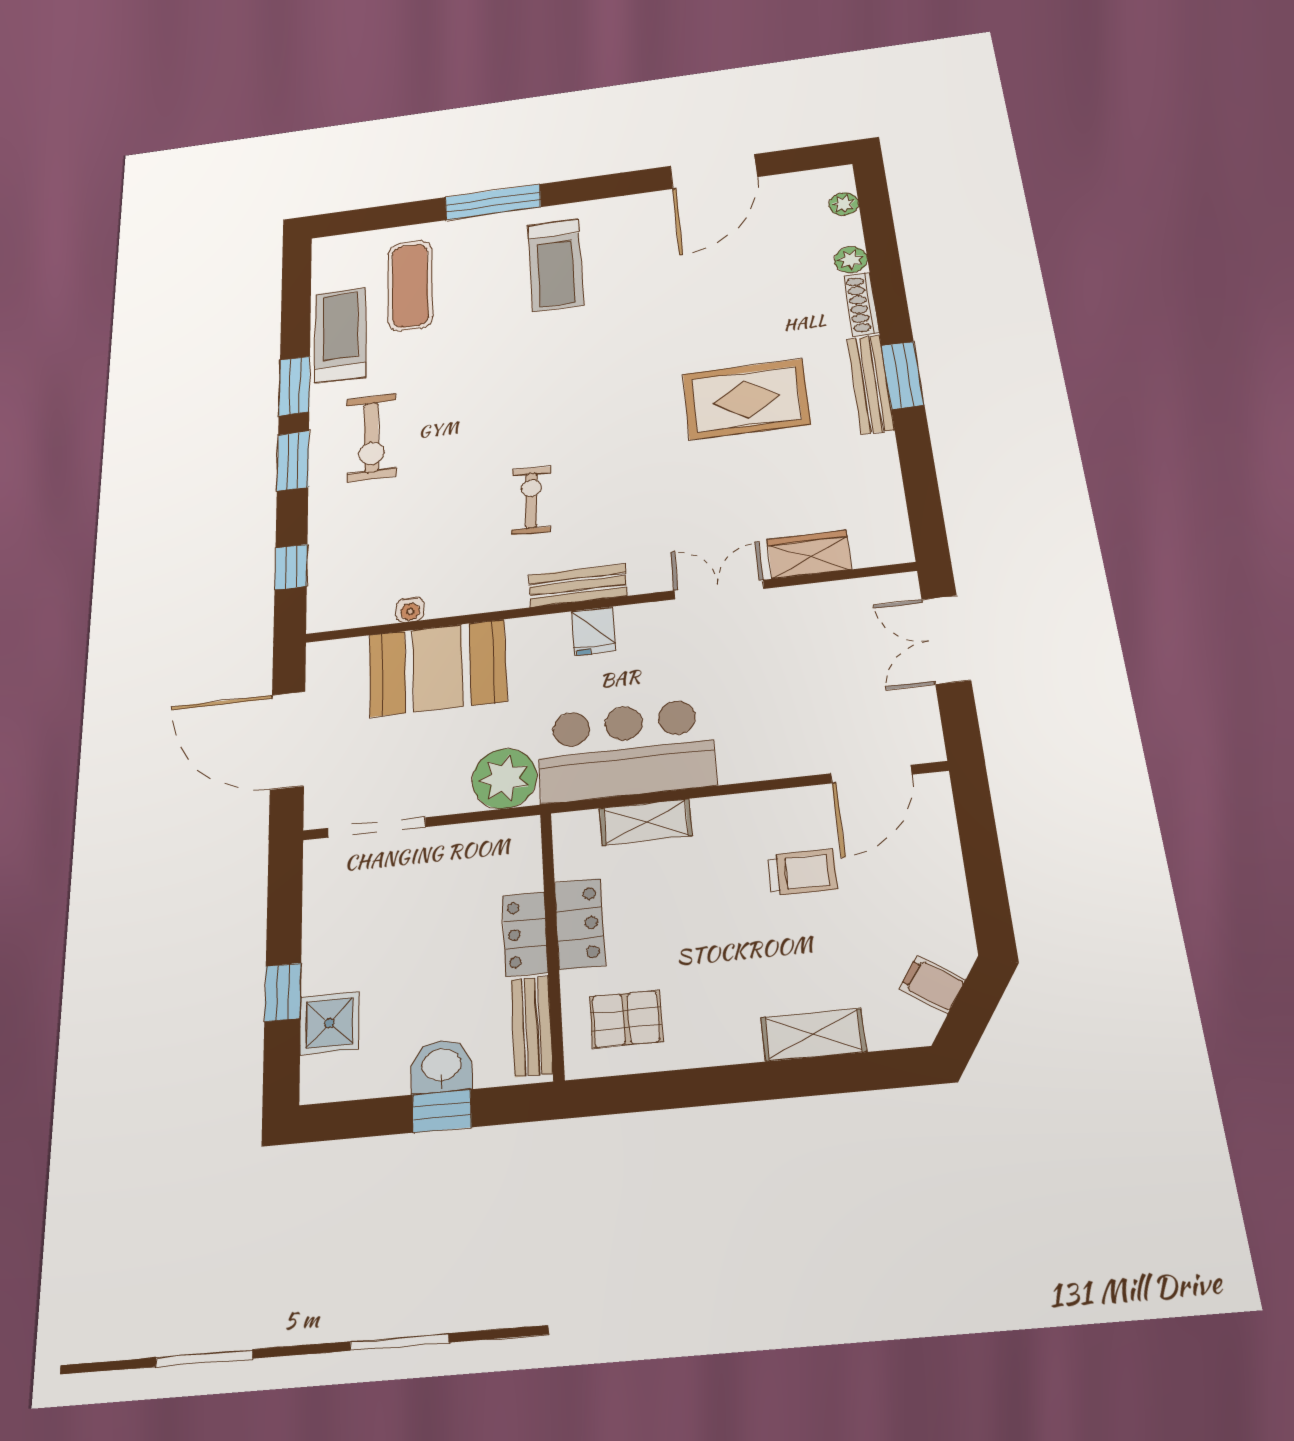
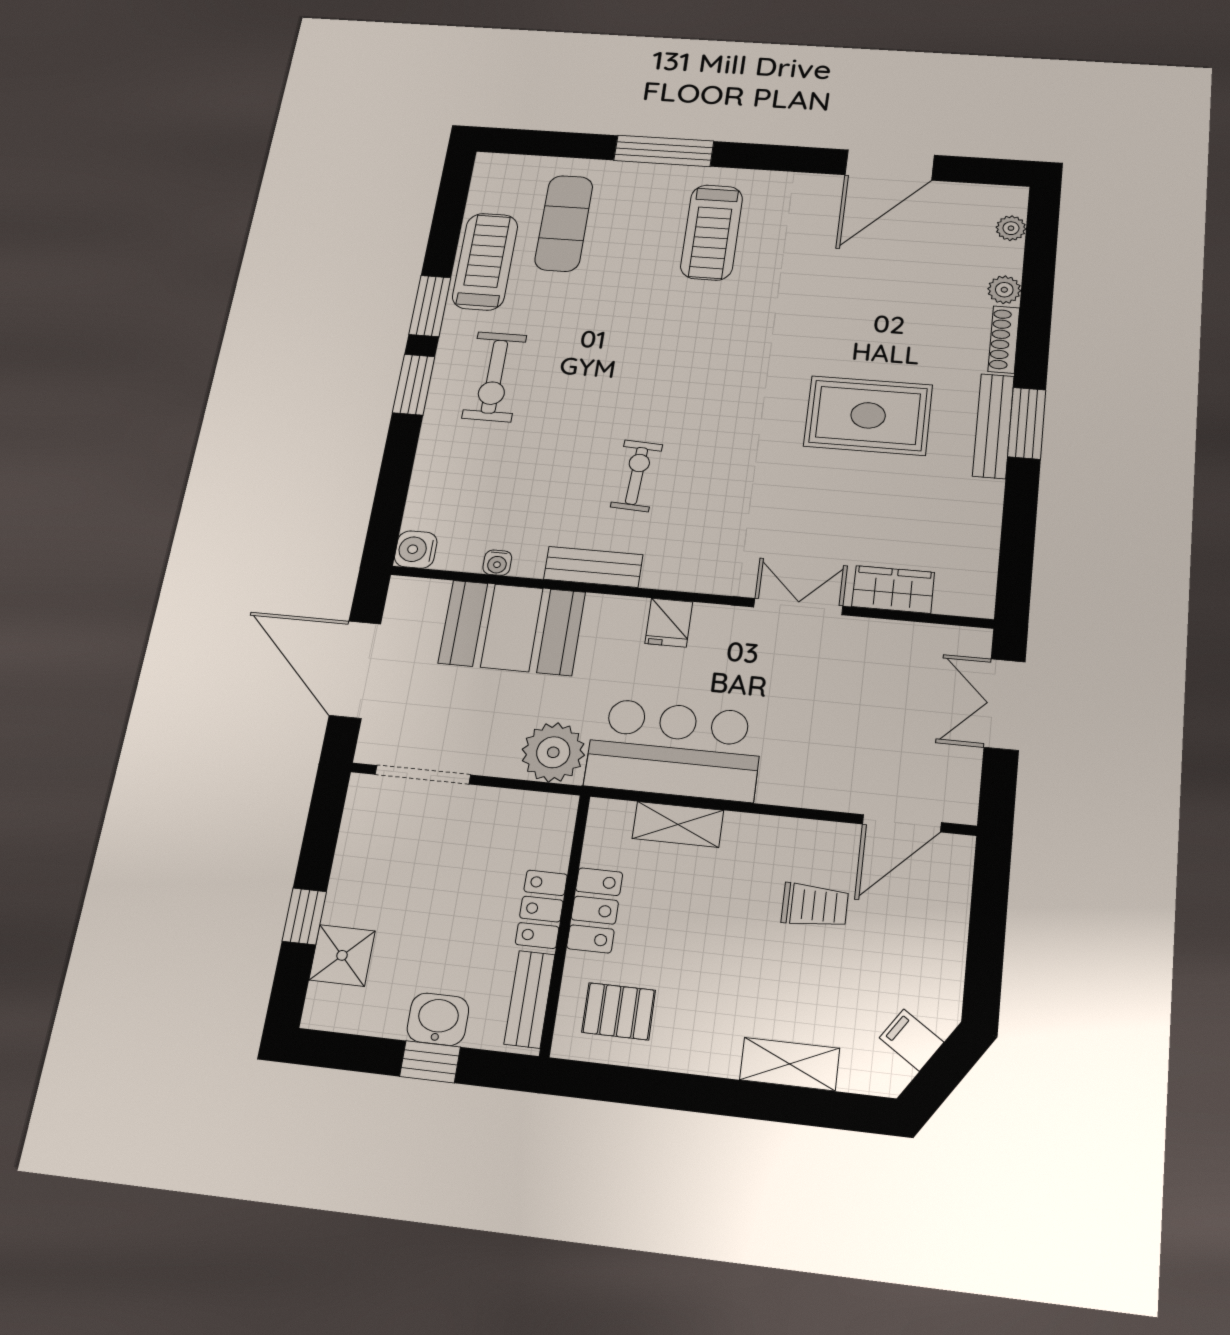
window: (291, 567) -> (391, 494), removed
bench: (578, 586) -> (593, 567), moved
water cooler: (326, 614) -> (416, 550), added

